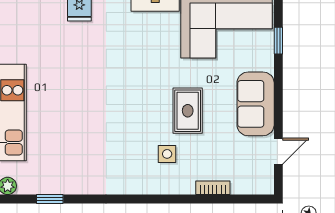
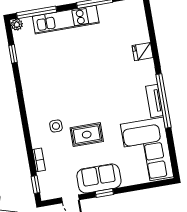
window: (278, 41) -> (104, 193), moved
window: (248, 199) -> (36, 185), added

